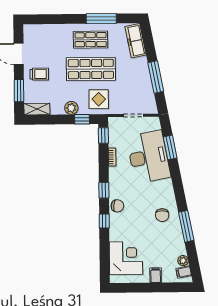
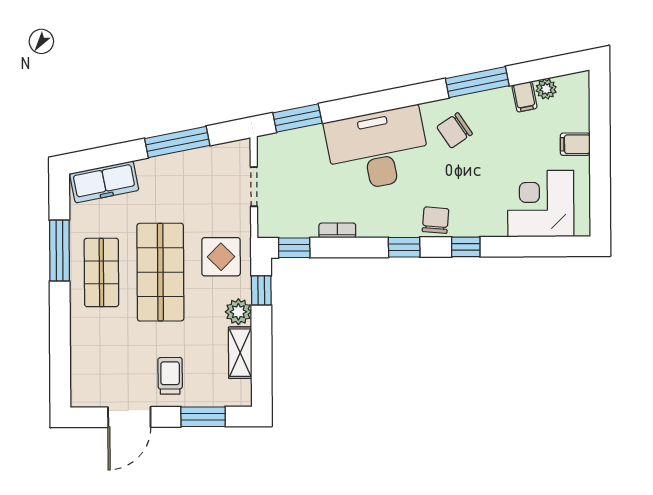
shelving: (37, 109) -> (240, 353), moved
window: (170, 147) -> (297, 118), moved
desk: (148, 157) -> (378, 149), moved
chair: (162, 215) -> (455, 130), turned 146
filing cabinet: (184, 272) -> (525, 97), moved

